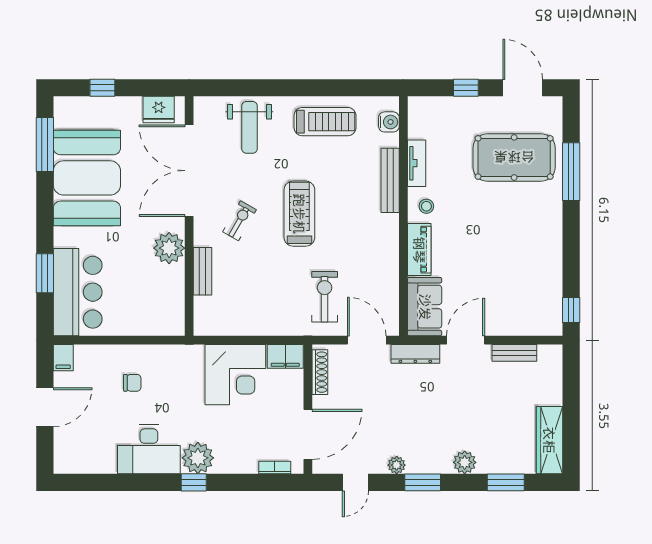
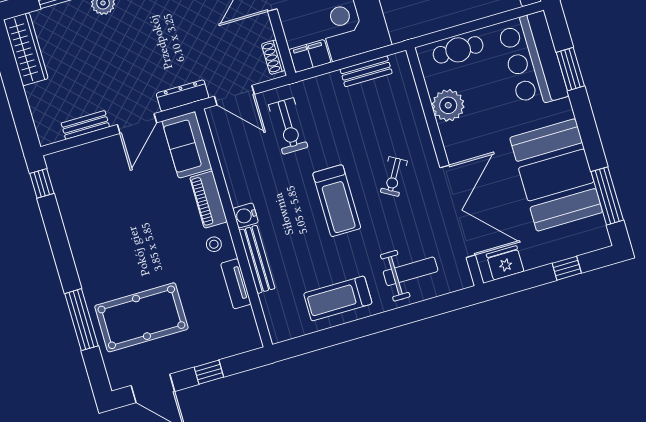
water cooler: (389, 122) -> (246, 215), moved
weight bench: (249, 127) -> (411, 271), turned 90
plant: (169, 248) -> (448, 105), moved
bench: (202, 271) -> (366, 71), moved, turned 90
cafe table: (145, 322) -> (458, 50), added
shoe rack: (320, 372) -> (273, 57), width x0.70

